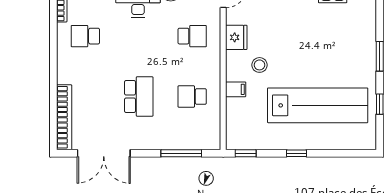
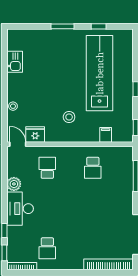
fridge: (236, 37) -> (35, 135), moved
filing cabinet: (236, 89) -> (106, 135), moved
school desk: (139, 97) -> (93, 208), removed

